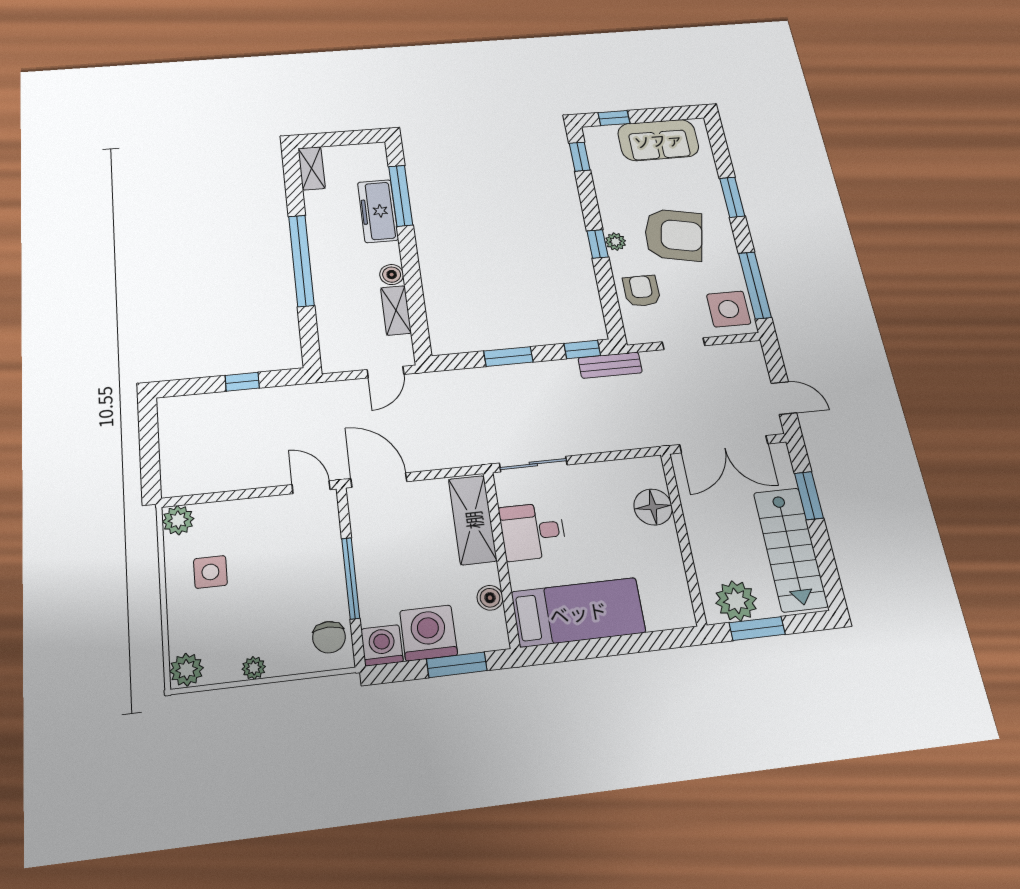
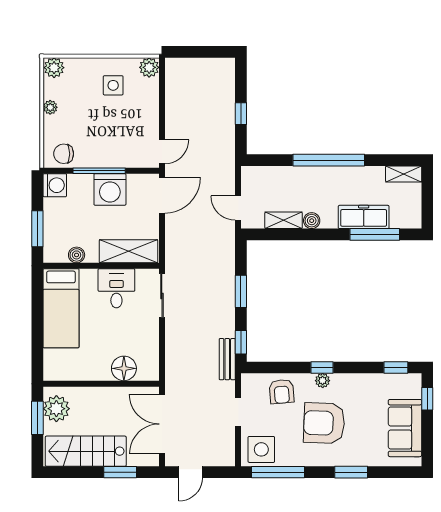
armchair: (674, 235) -> (324, 423), turned 80
armchair: (642, 291) -> (282, 391), turned 85
washing machine: (429, 633) -> (110, 189), moved, turned 90

